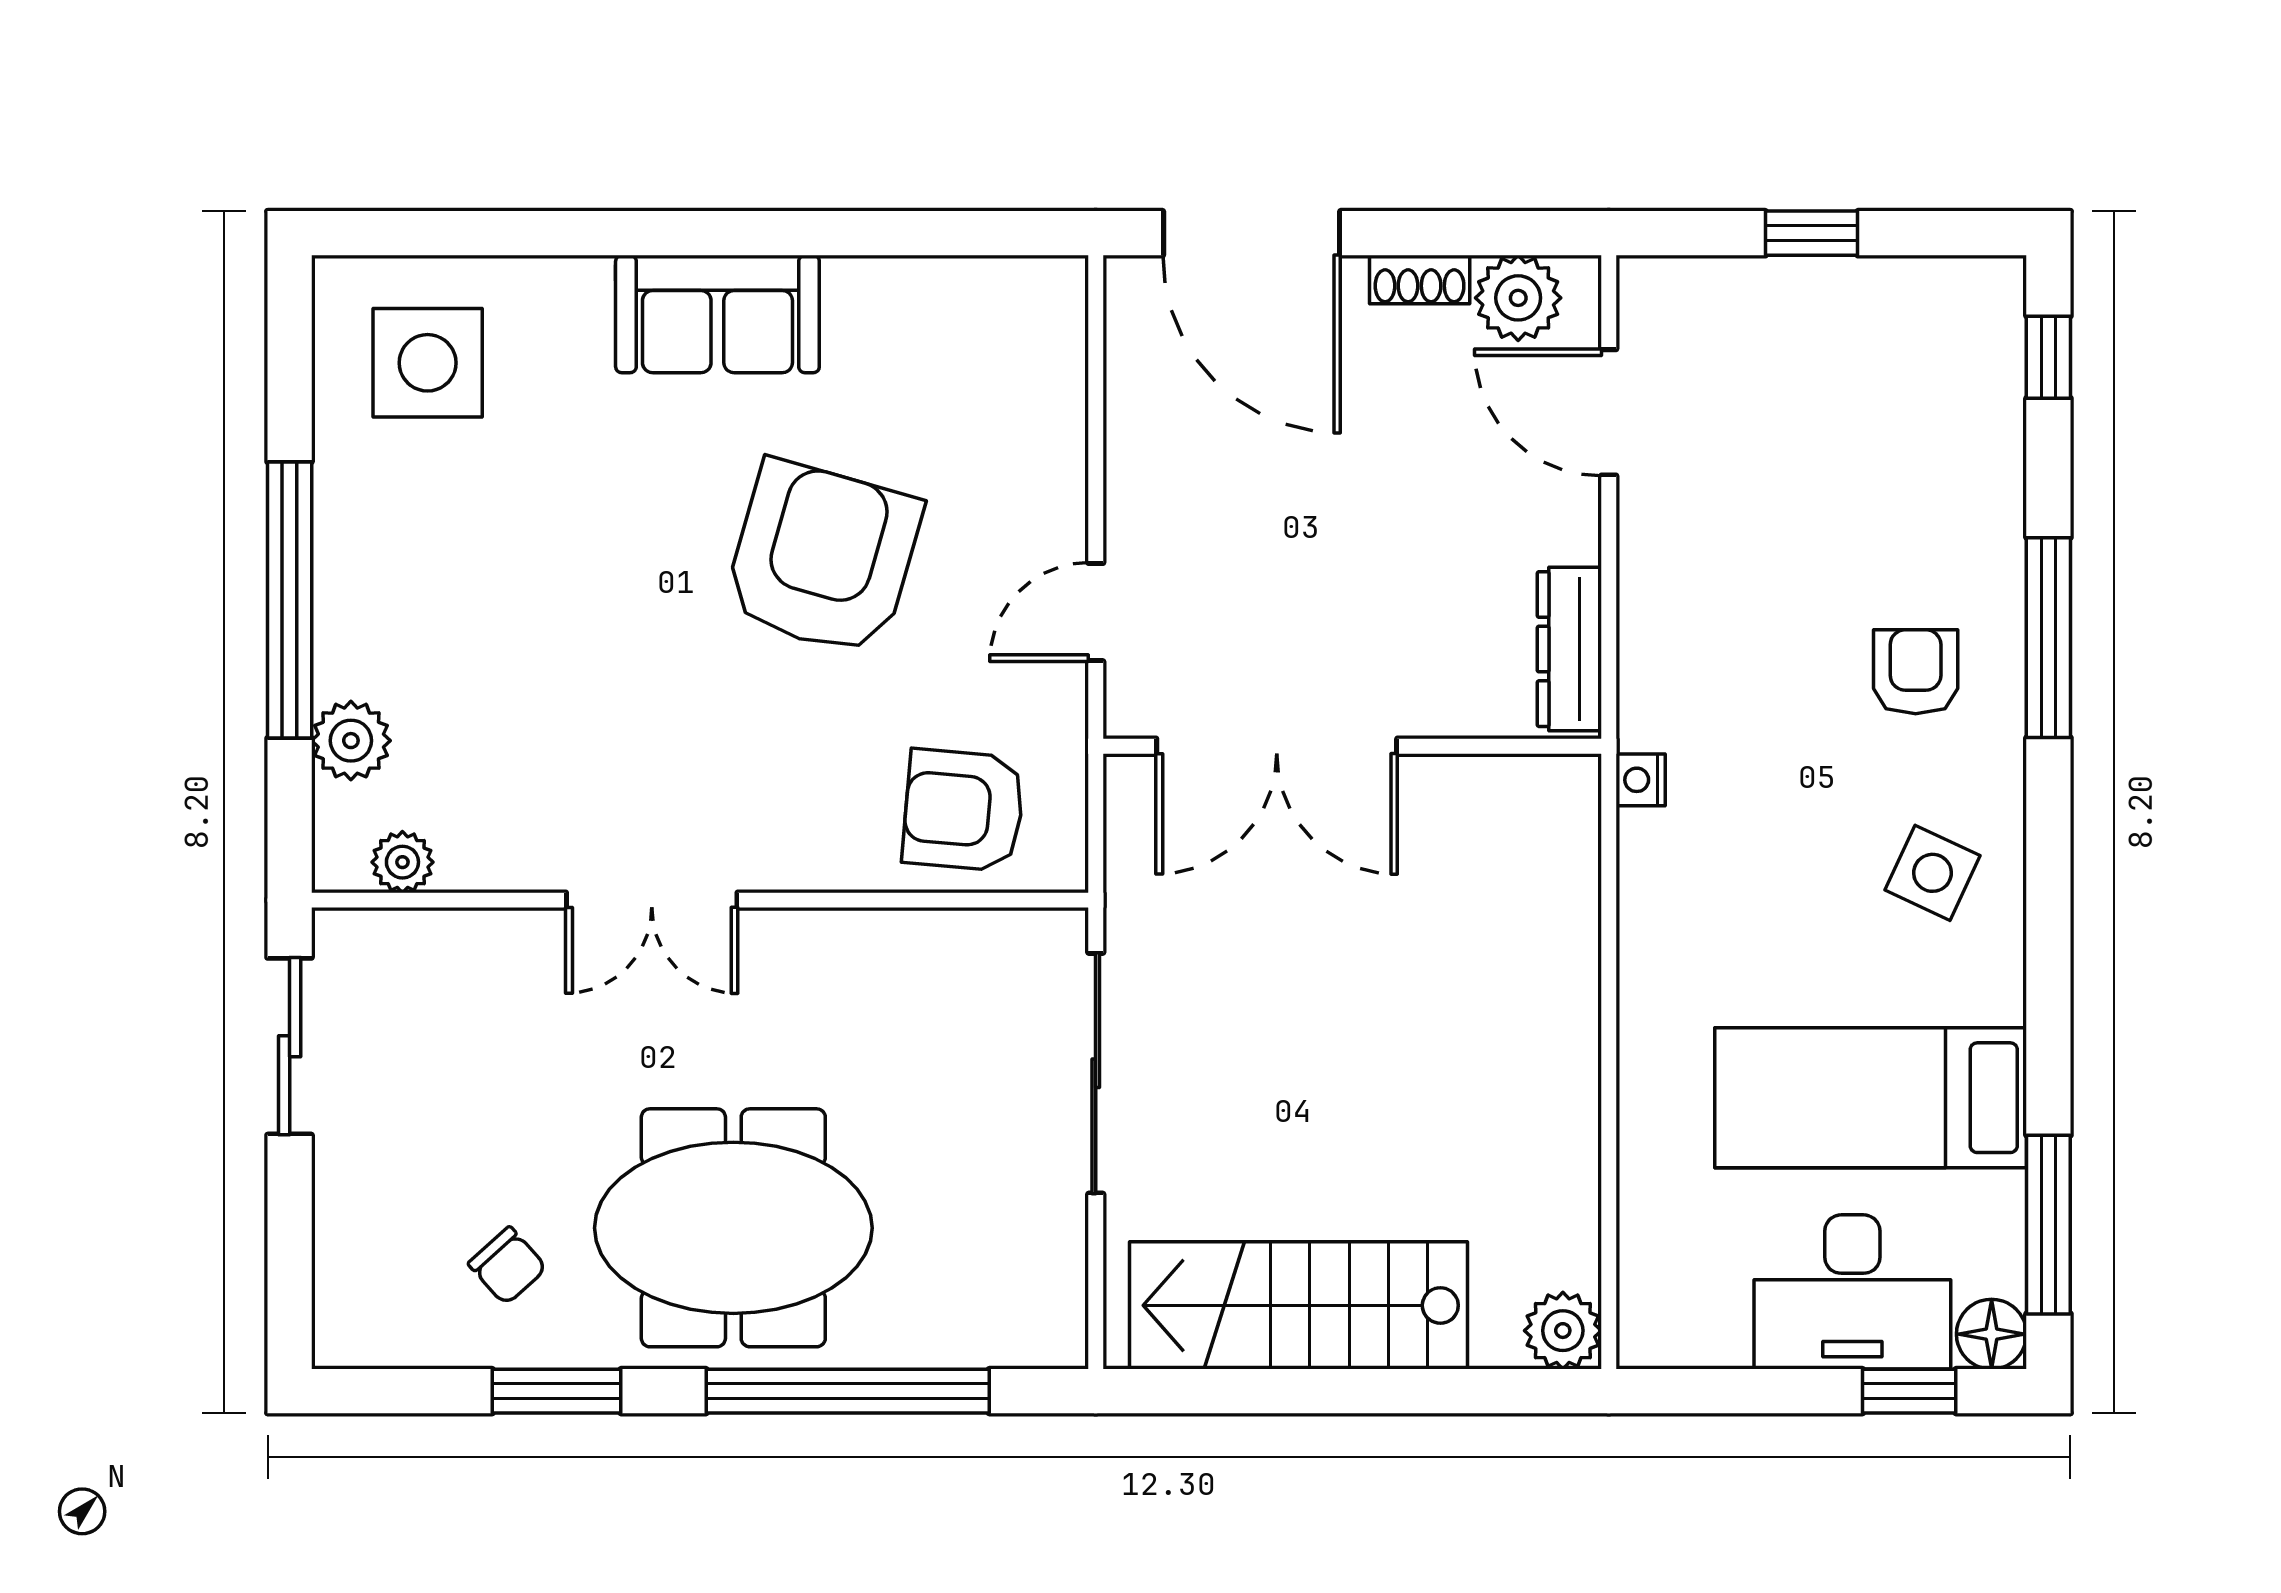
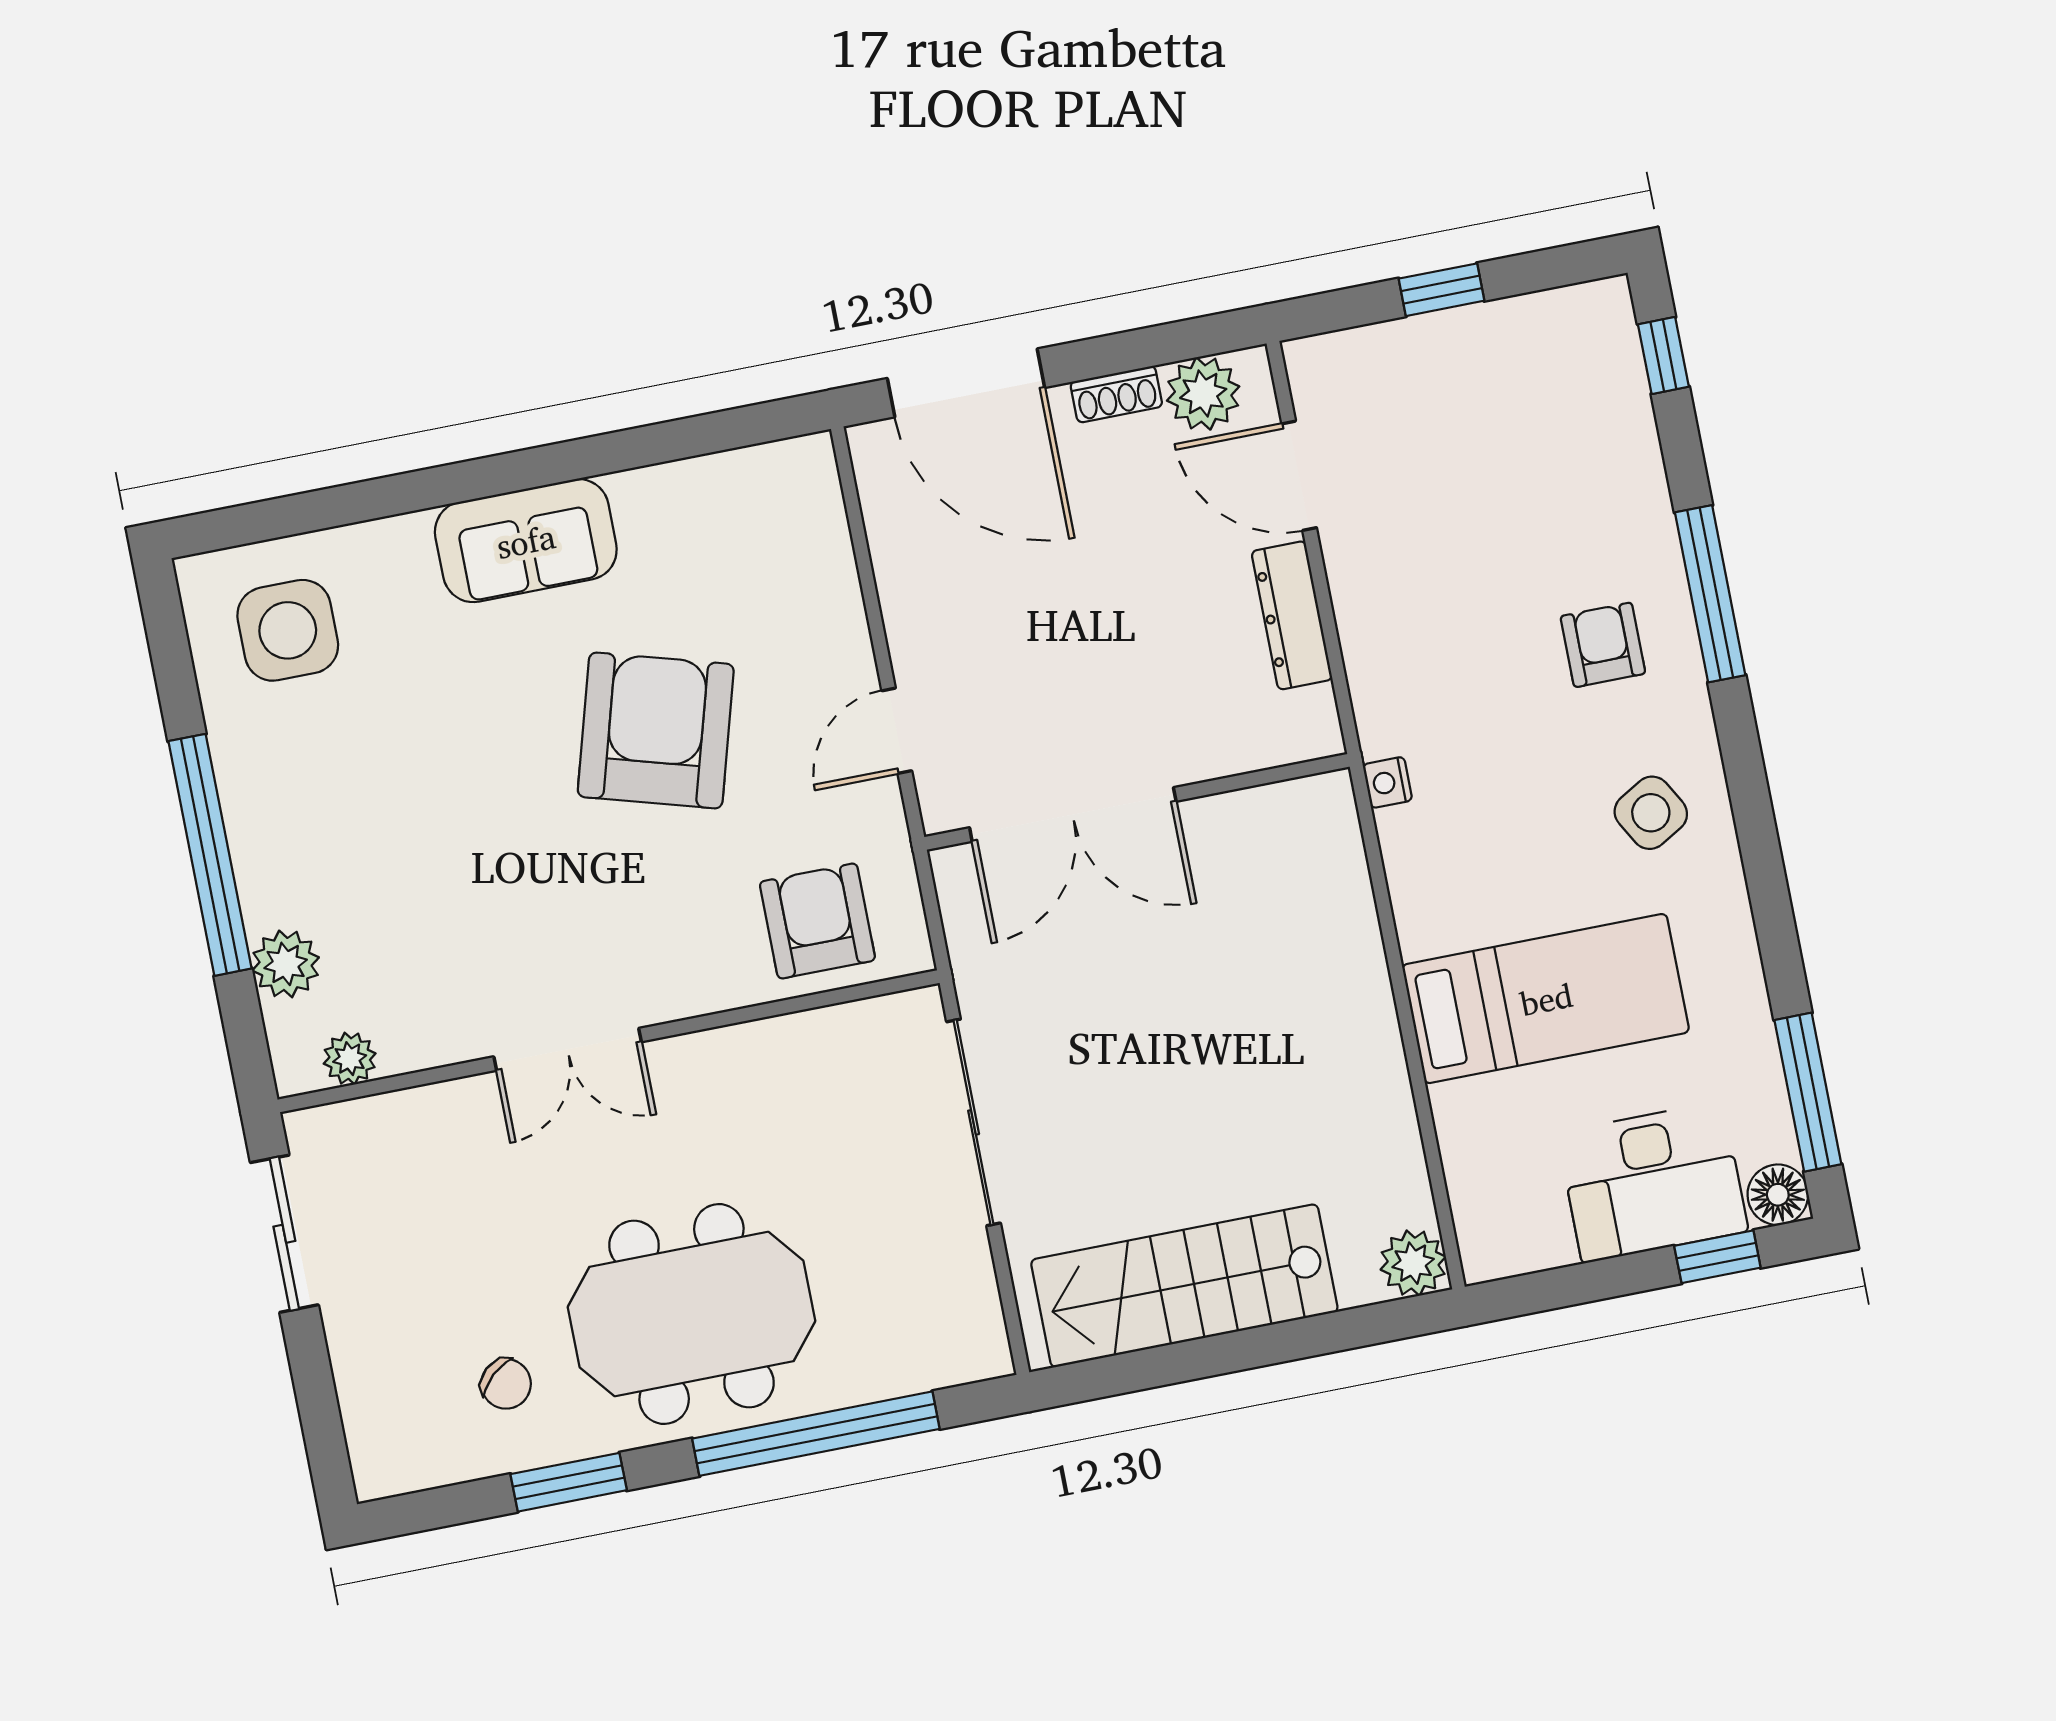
dresser: (1569, 649) -> (1292, 615), moved
armchair: (964, 810) -> (817, 921), turned 85
side table: (1933, 873) -> (1651, 813), turned 35
bed: (1871, 1098) -> (1546, 999), moved, turned 180

